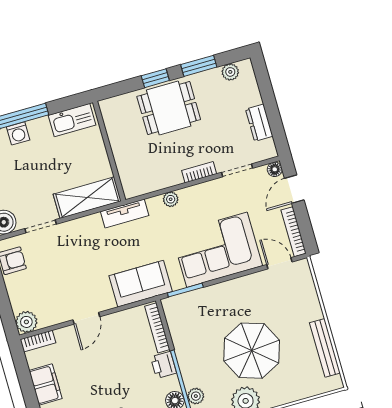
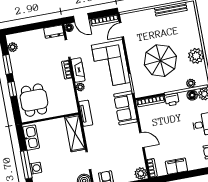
dining table: (169, 108) -> (34, 100), moved
dresser: (259, 123) -> (54, 32), moved
fireplace: (200, 192) -> (78, 70), added
parasol: (252, 351) -> (160, 61), moved

